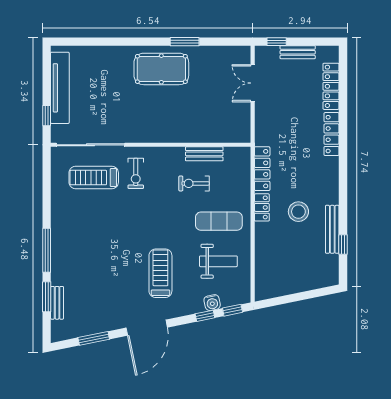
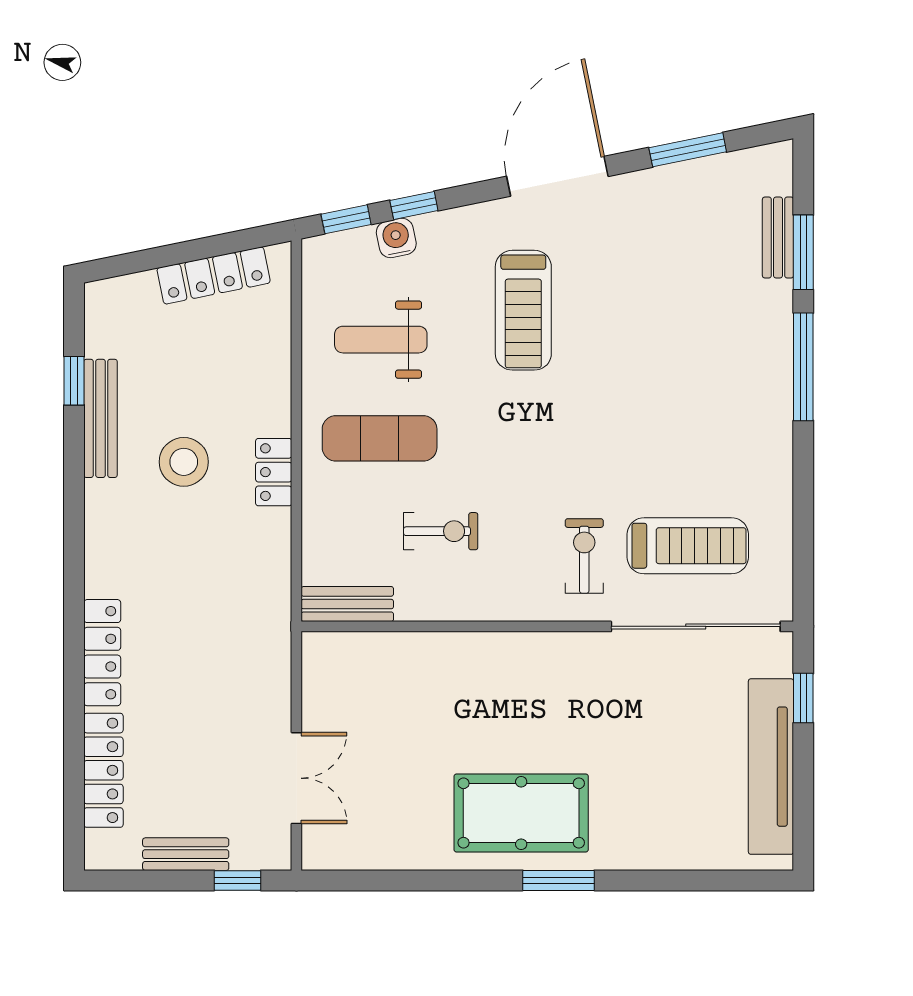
window: (185, 42) -> (558, 880), moved
bench: (204, 154) -> (347, 604), moved
locker: (262, 169) -> (214, 275), moved, turned -101

